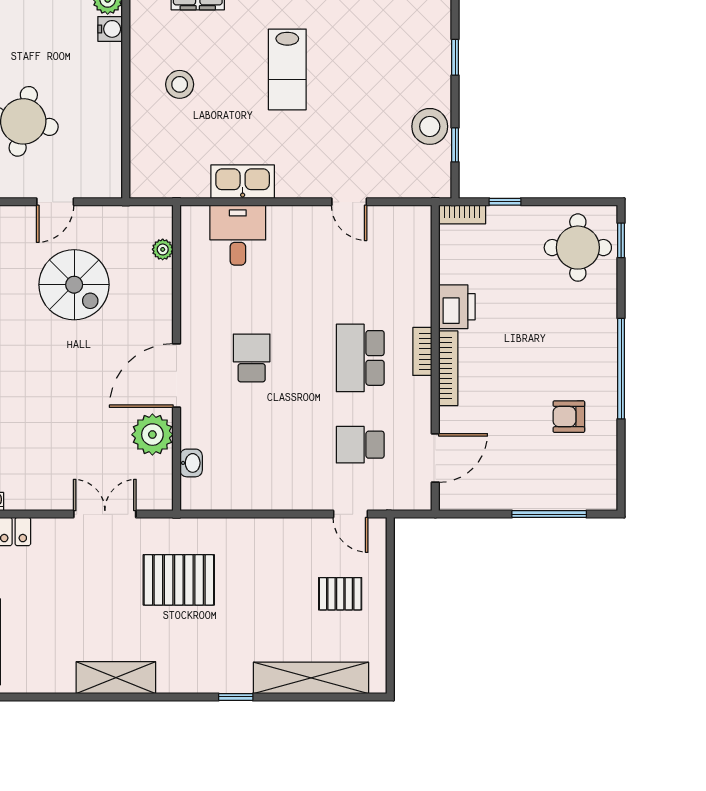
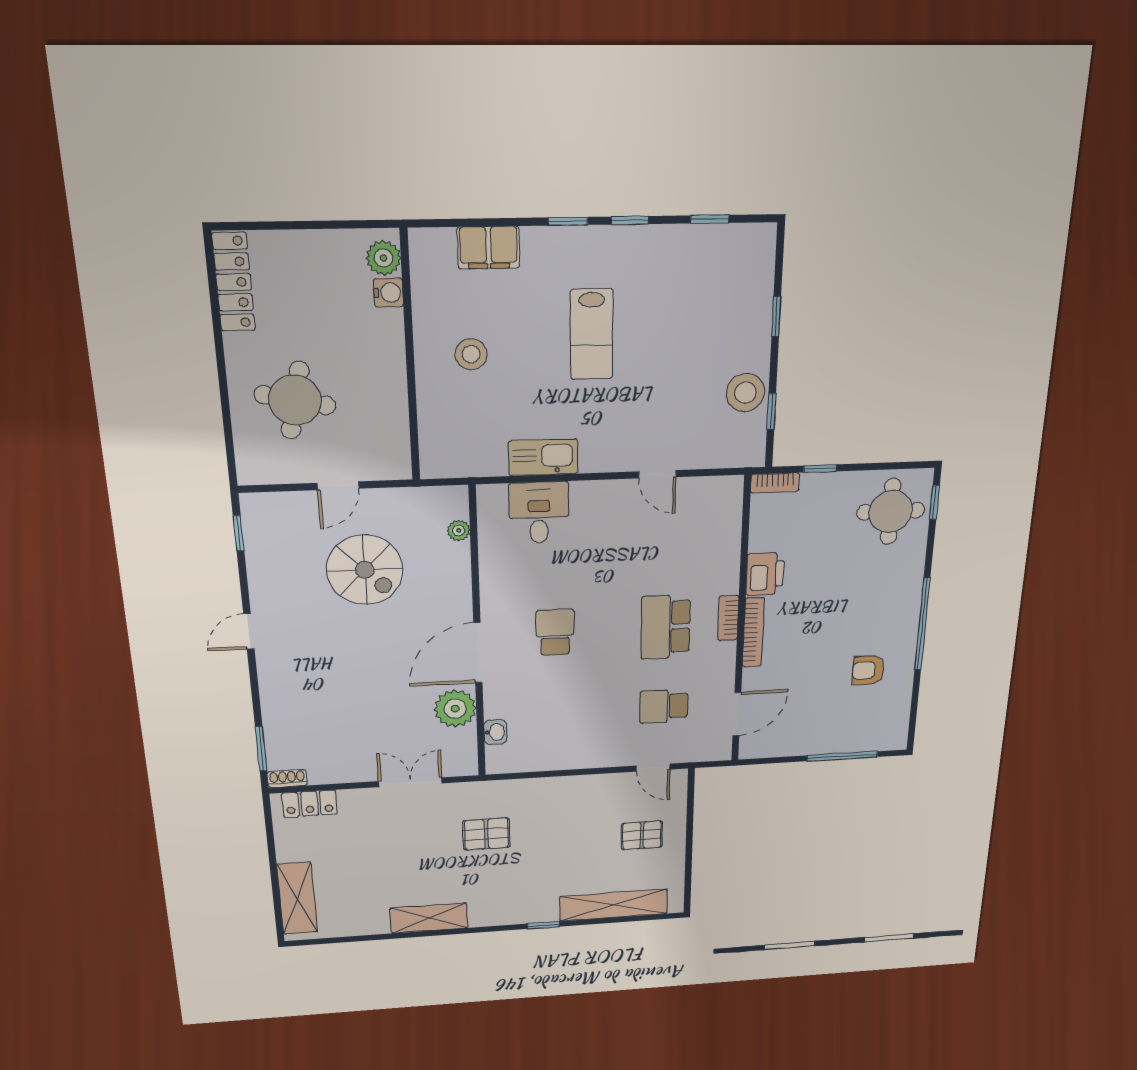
pallet: (179, 580) -> (486, 834), width x0.67, depth x0.71

